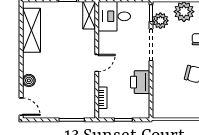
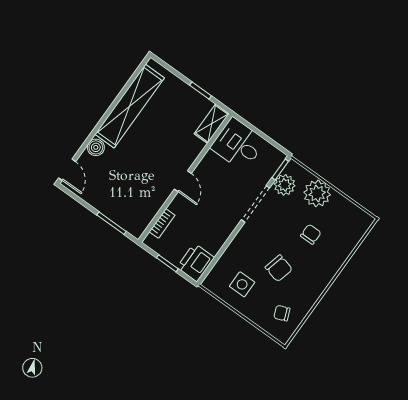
shelving: (31, 30) -> (130, 106), width x1.47
door: (97, 63) -> (183, 181), hinge flipped
printer: (140, 82) -> (196, 262), moved
side table: (178, 100) -> (242, 284), added

